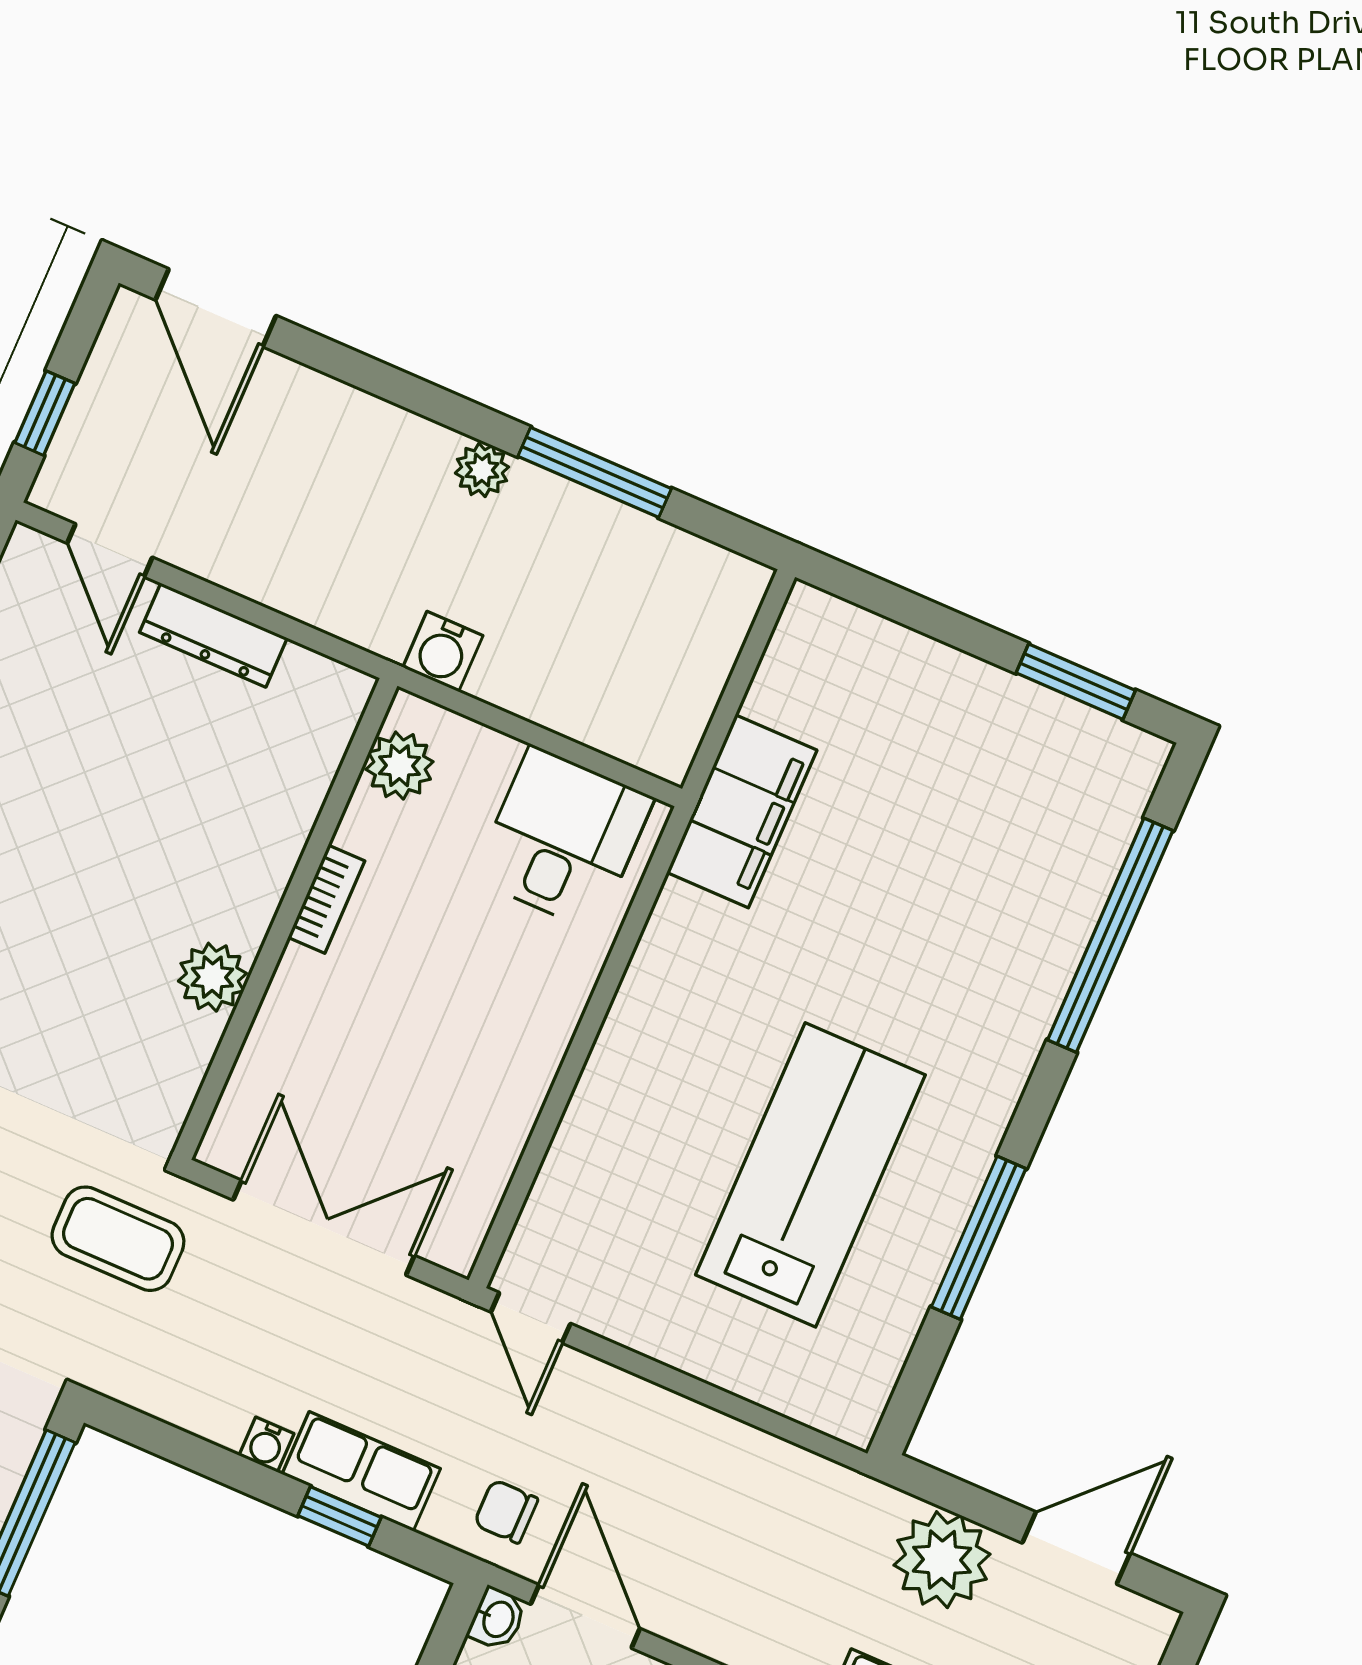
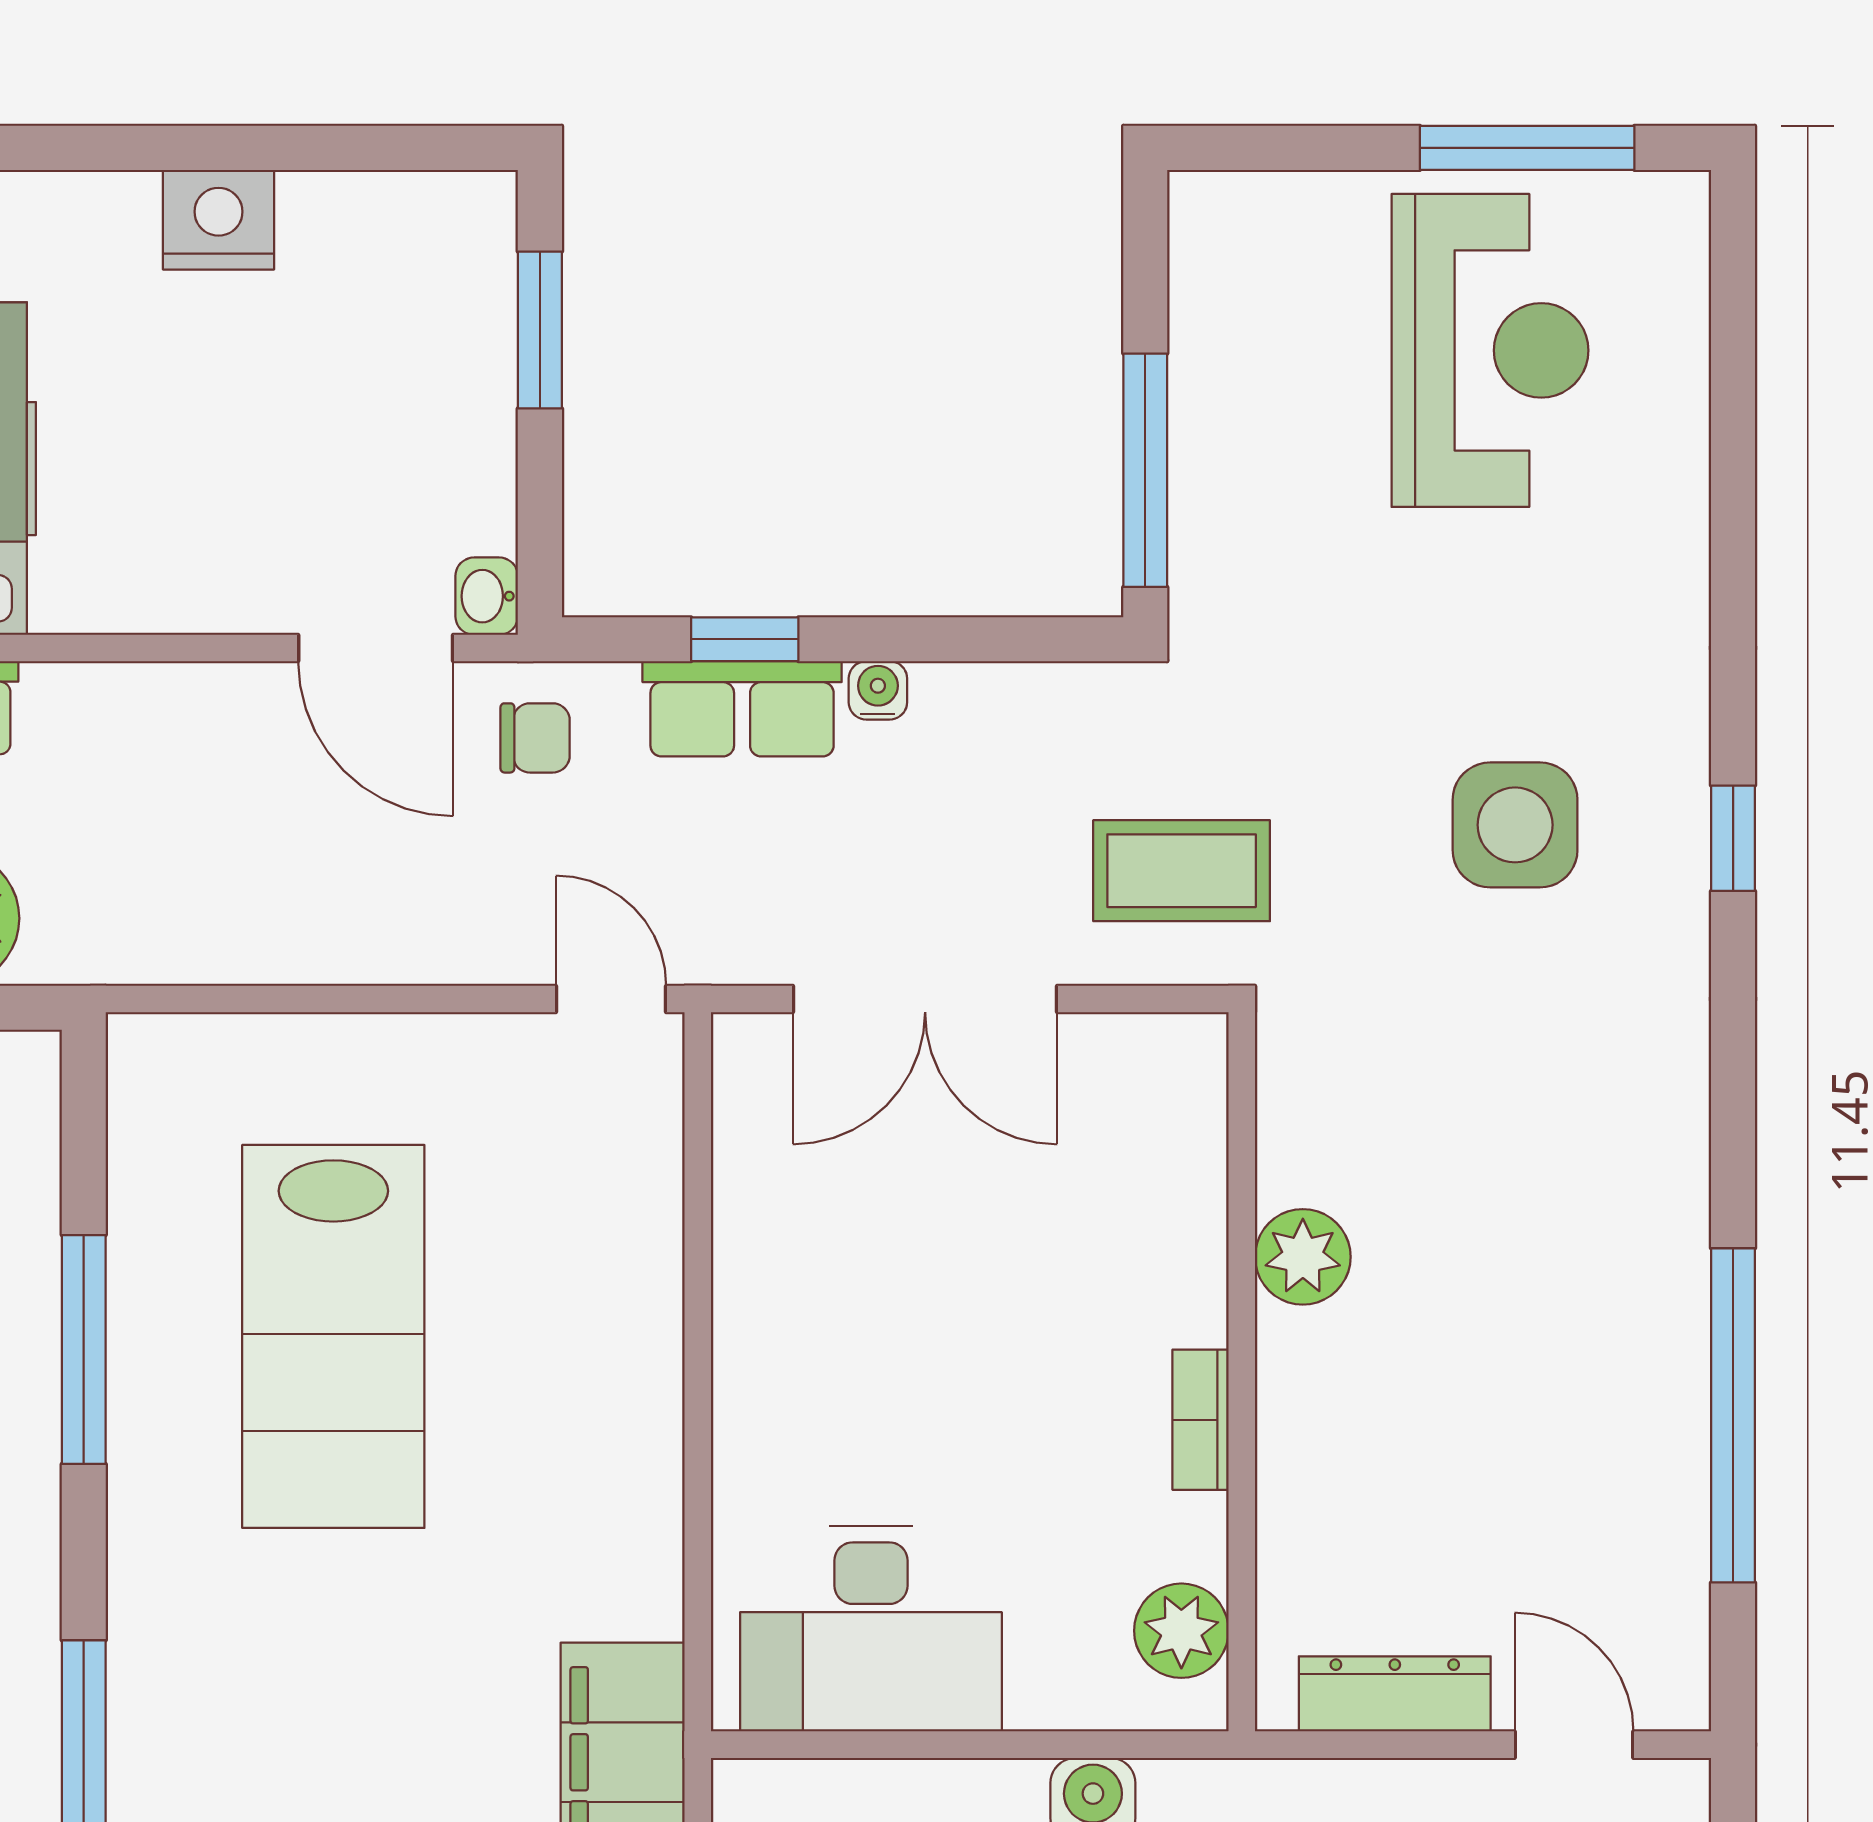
plant: (399, 766) -> (1181, 1631), moved
desk: (563, 838) -> (871, 1629), width x1.37
bookcase: (326, 899) -> (1201, 1420), moved
wall: (285, 919) -> (1242, 1372), moved
plant: (212, 977) -> (1303, 1257), moved

